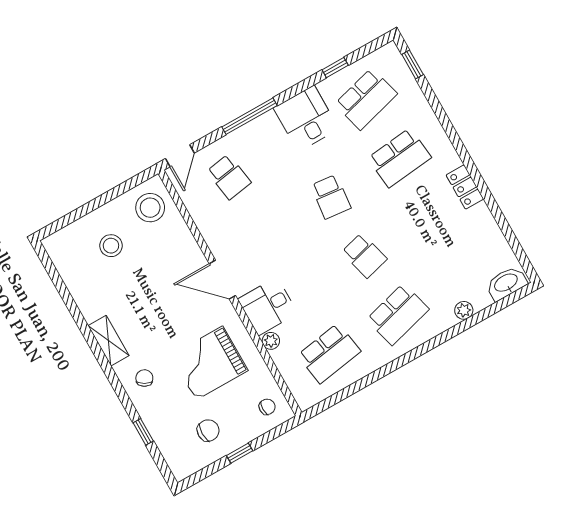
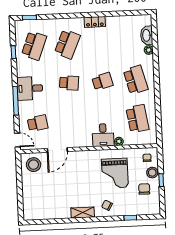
school desk: (366, 99) -> (34, 46), turned 36
desk: (306, 118) -> (30, 88), moved
school desk: (399, 158) -> (67, 44), turned 30
stool: (111, 246) -> (152, 173), moved
door: (222, 280) -> (57, 150), moved
washbasin: (506, 283) -> (147, 35), moved

